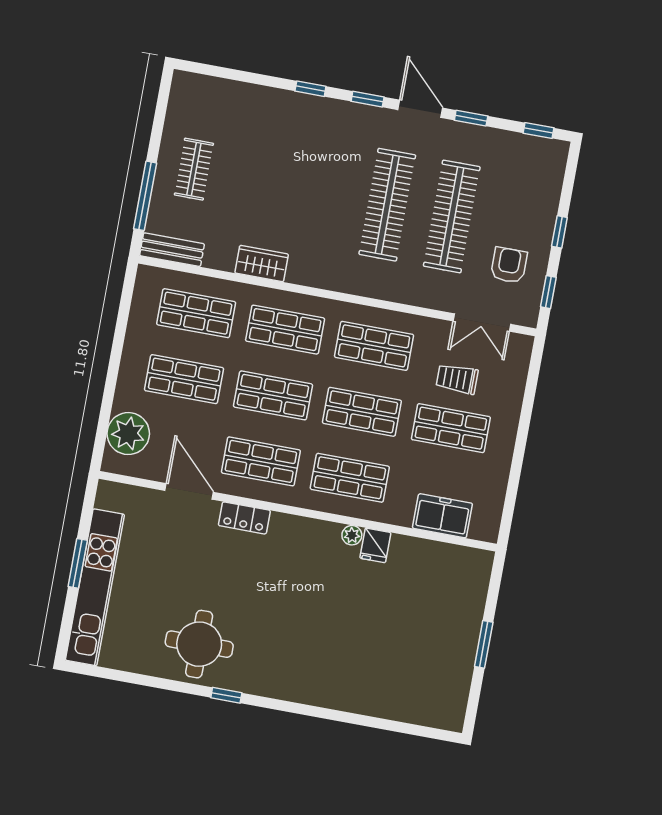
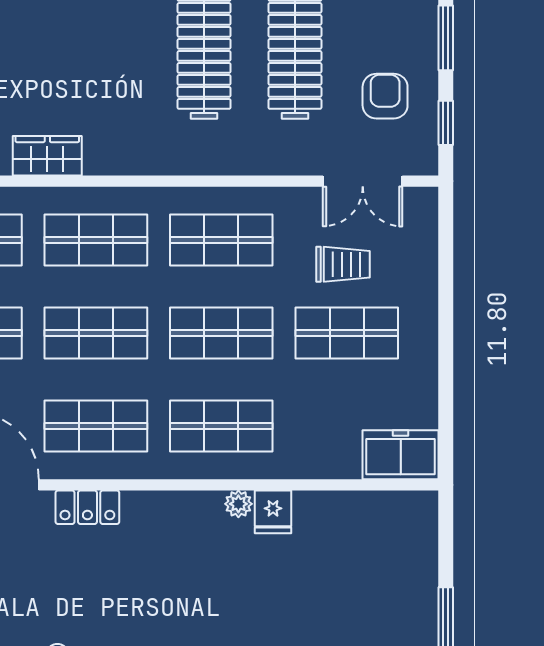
window: (559, 232) -> (446, 38), width x1.50
trolley: (457, 379) -> (343, 264), turned 180
freezer: (442, 516) -> (401, 455), moved

